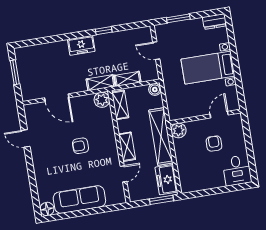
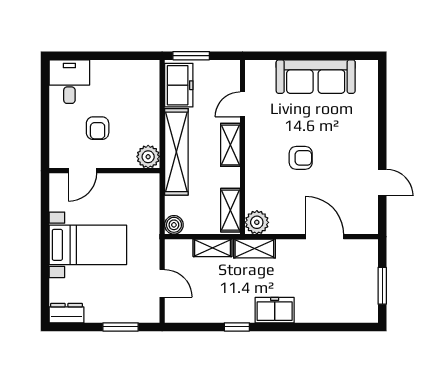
floor lamp: (47, 209) -> (367, 70), removed

